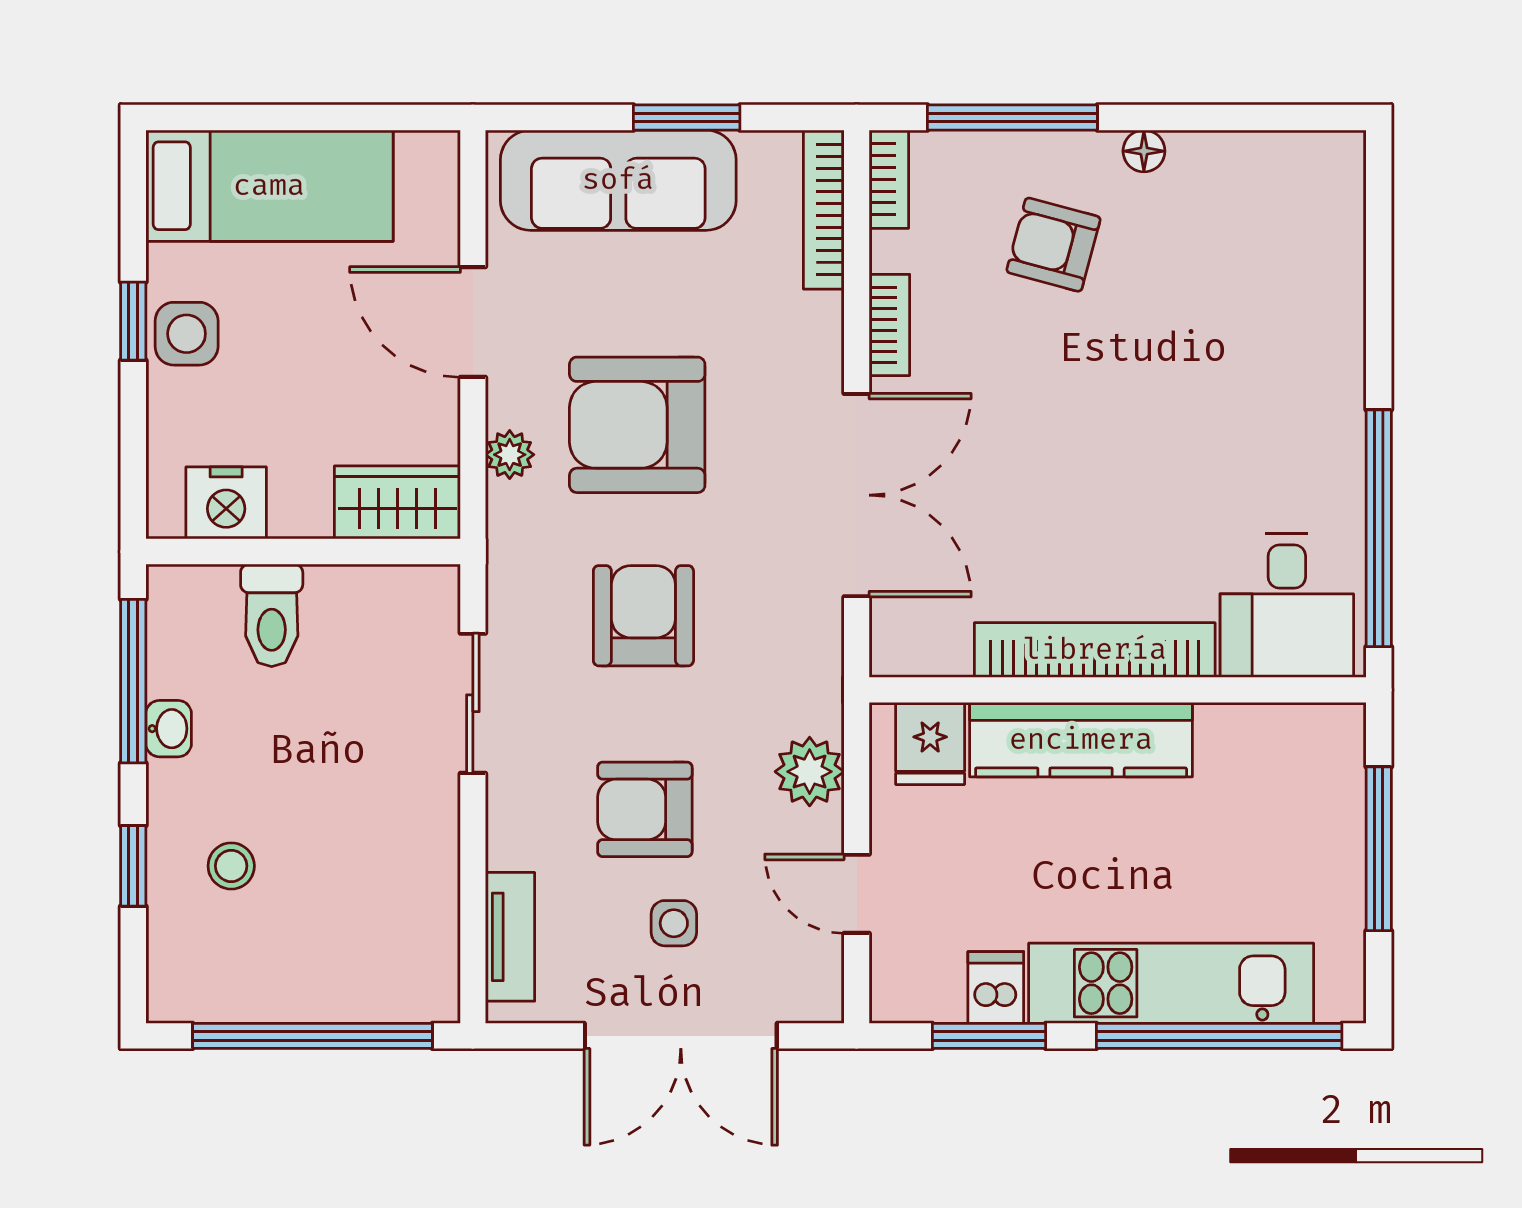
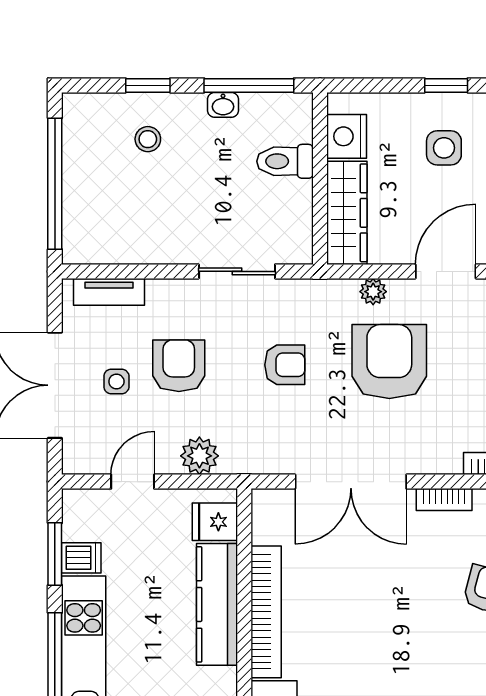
side table: (187, 334) -> (444, 148), moved
wardrobe: (397, 502) -> (347, 213), width x1.50
armchair: (643, 616) -> (285, 365), width x0.72, depth x0.72

